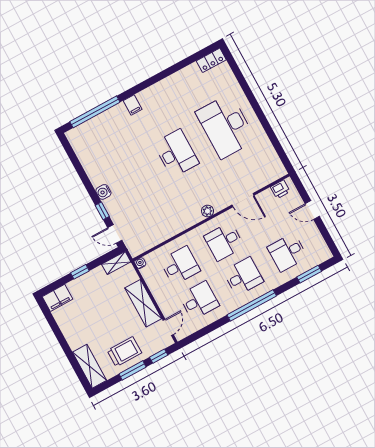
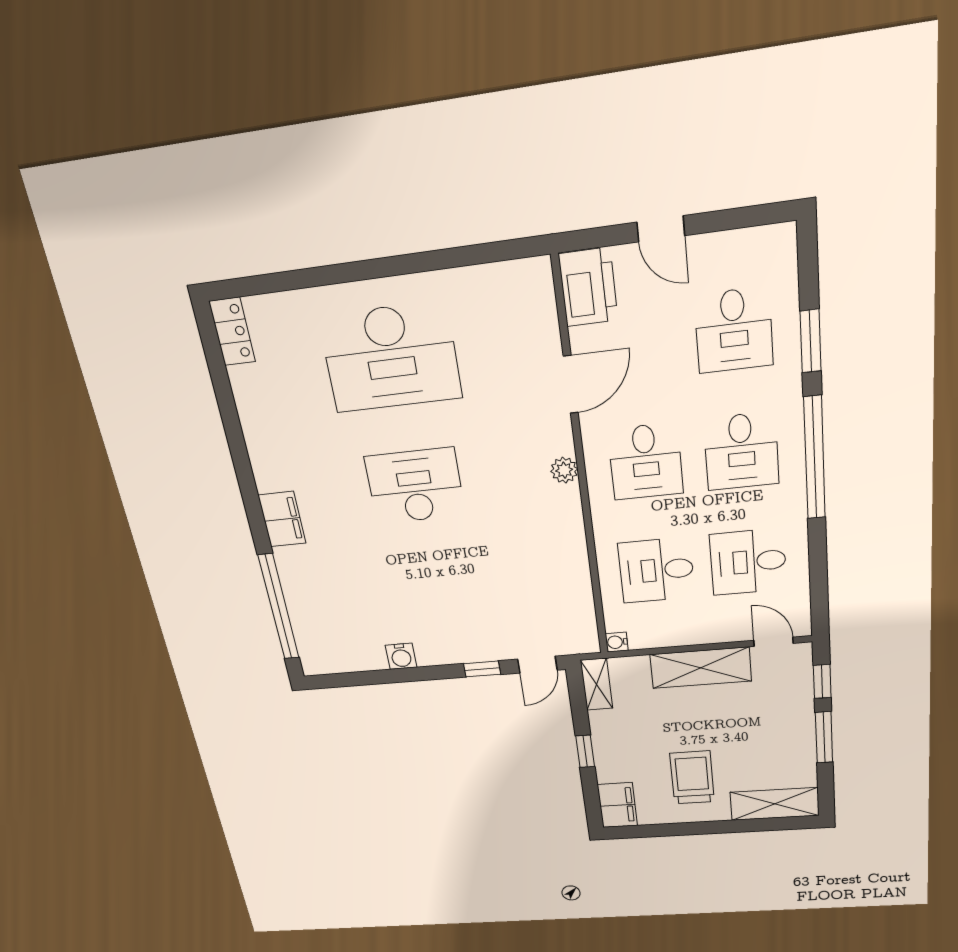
filing cabinet: (133, 105) -> (282, 519), width x2.00
printer: (280, 189) -> (588, 287), width x1.87, depth x1.48
water cooler: (103, 192) -> (401, 656), moved
door: (312, 210) -> (661, 229), hinge flipped
desk: (180, 266) -> (656, 570), turned -90
window: (309, 274) -> (811, 341), moved
desk: (243, 276) -> (741, 451), turned 180
desk: (199, 300) -> (748, 562), turned -90
trolley: (124, 352) -> (692, 778), moved

